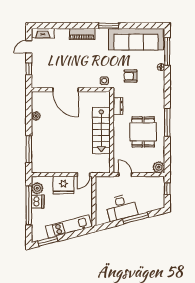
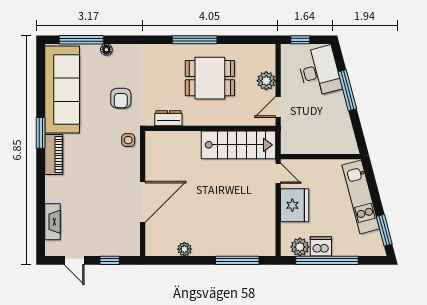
fireplace: (43, 33) -> (53, 222), moved
piano: (82, 34) -> (54, 154), moved
stairs: (101, 131) -> (238, 145), moved
plant: (159, 167) -> (266, 81), moved
desk: (121, 207) -> (319, 71), moved

